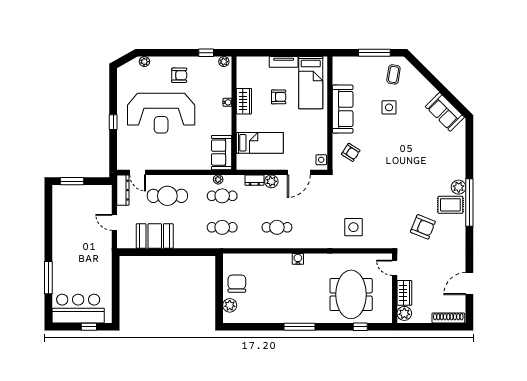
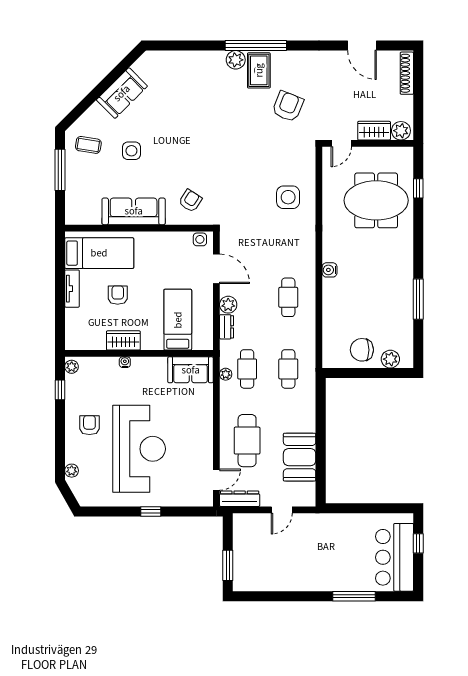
sofa: (445, 112) -> (122, 93), moved
window: (300, 327) -> (418, 299), moved

